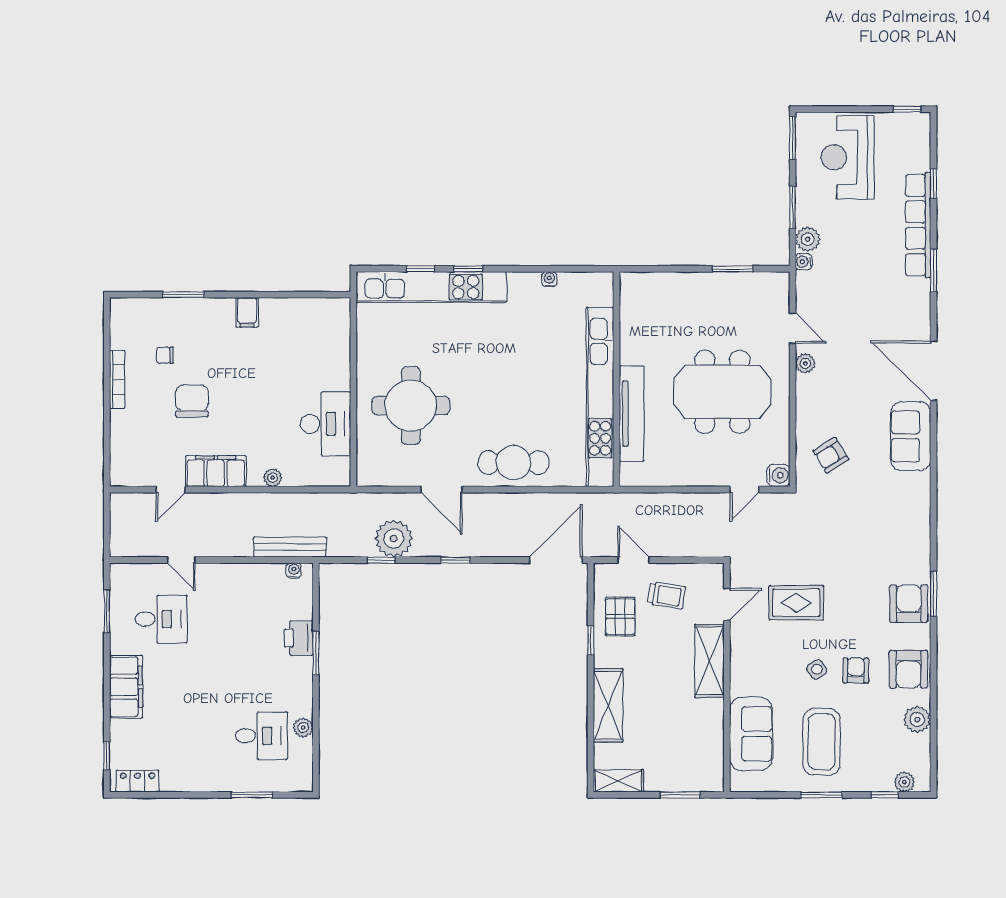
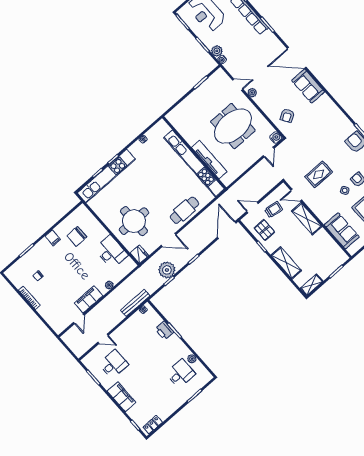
chair: (192, 401) -> (77, 236), moved, turned -90
fridge: (370, 470) -> (139, 254), added
door: (727, 604) -> (296, 195), swing flipped

